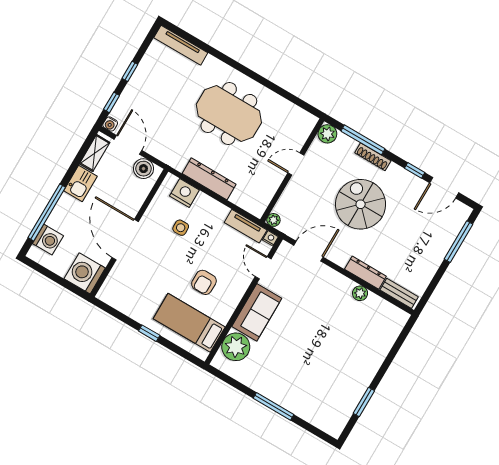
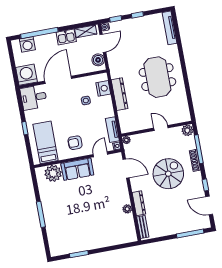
armchair: (204, 282) -> (75, 143), moved
desk: (121, 289) -> (34, 97), added

